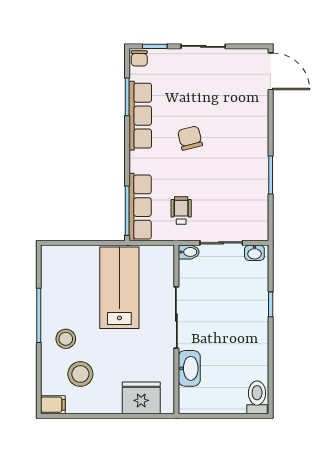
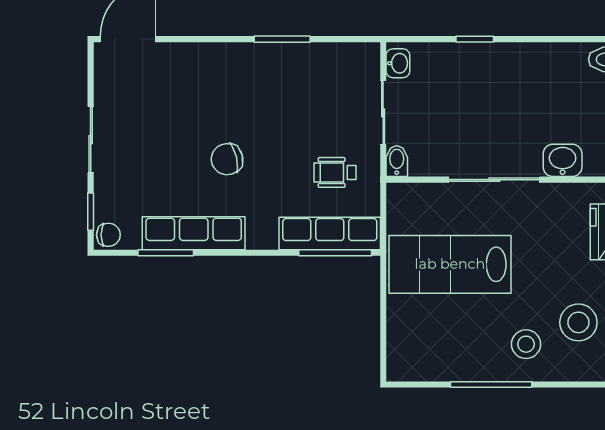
washbasin: (189, 368) -> (563, 160), width x0.72

